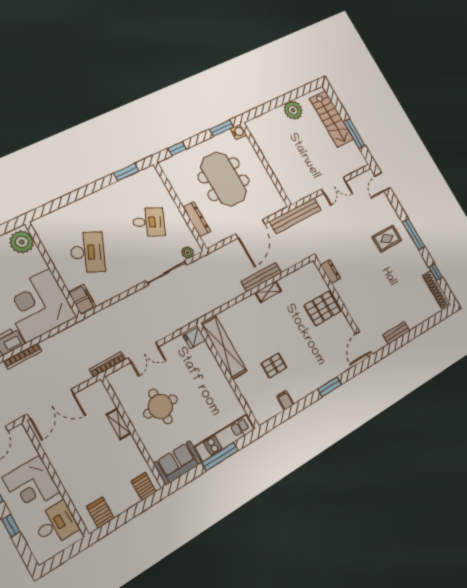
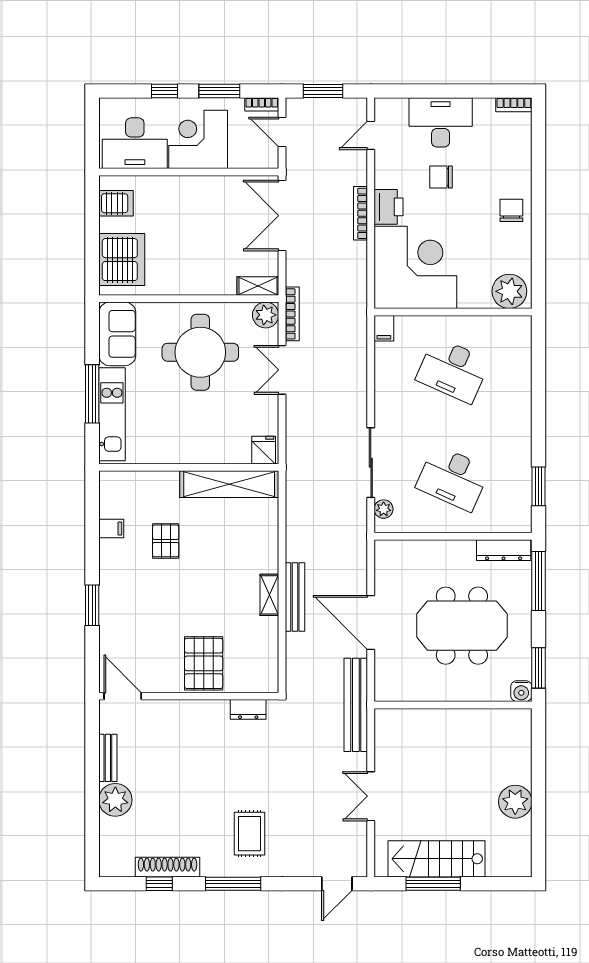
stairs: (332, 119) -> (436, 859), moved
window: (177, 149) -> (538, 581), width x2.17
door: (383, 182) -> (337, 884), swing flipped
dresser: (197, 219) -> (504, 550), moved
desk: (149, 222) -> (453, 478), width x1.37
shoe rack: (436, 289) -> (168, 867), moved
filing cabinet: (82, 299) -> (384, 328), width x0.50
plant: (413, 317) -> (115, 800), added
plant: (117, 380) -> (266, 315), added
round table: (160, 406) -> (200, 352), width x1.36, depth x1.36
shelving: (119, 424) -> (258, 286), moved
server rack: (144, 486) -> (122, 260), width x2.18, depth x1.44
desk: (56, 524) -> (135, 143), width x1.37

